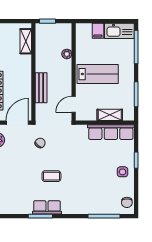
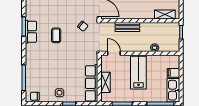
lab bench: (98, 74) -> (138, 73), turned 180

